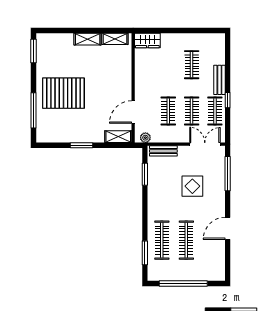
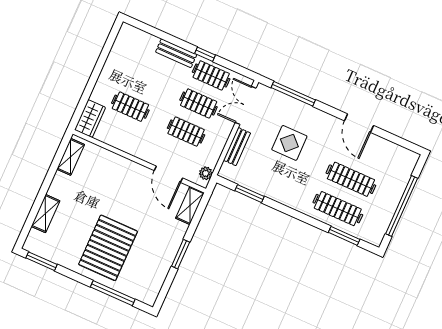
shelving: (88, 39) -> (46, 214), moved
clothes rail: (192, 65) -> (130, 107), moved
bench: (163, 151) -> (237, 147), moved

